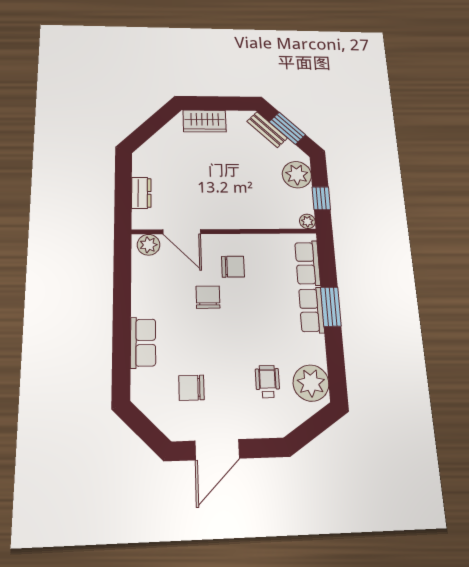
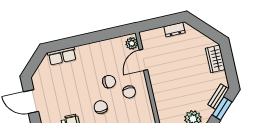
dresser: (141, 193) -> (174, 30), moved
row of seats: (143, 343) -> (62, 56), moved
chair: (192, 388) -> (101, 107), moved

